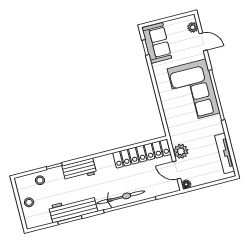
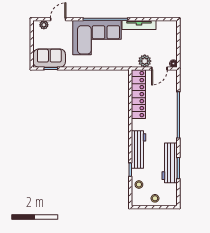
tv unit: (225, 153) -> (139, 25), moved
workbench: (79, 170) -> (138, 150), width x1.38
bicycle: (121, 197) -> (170, 121), removed

